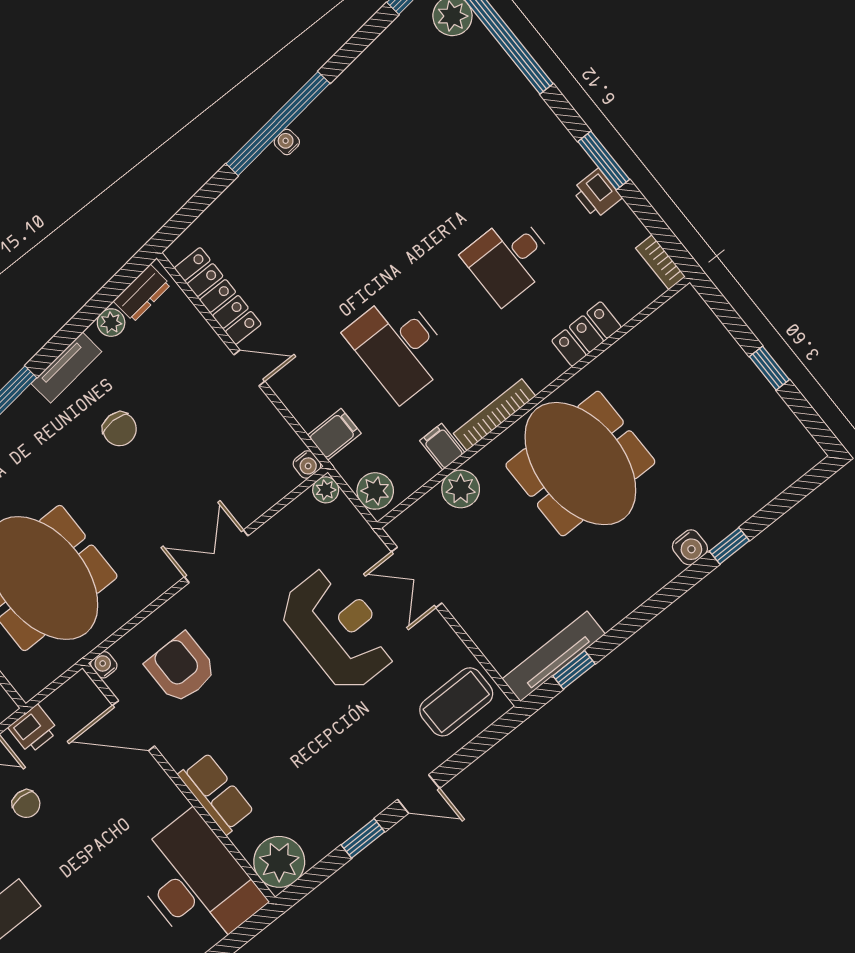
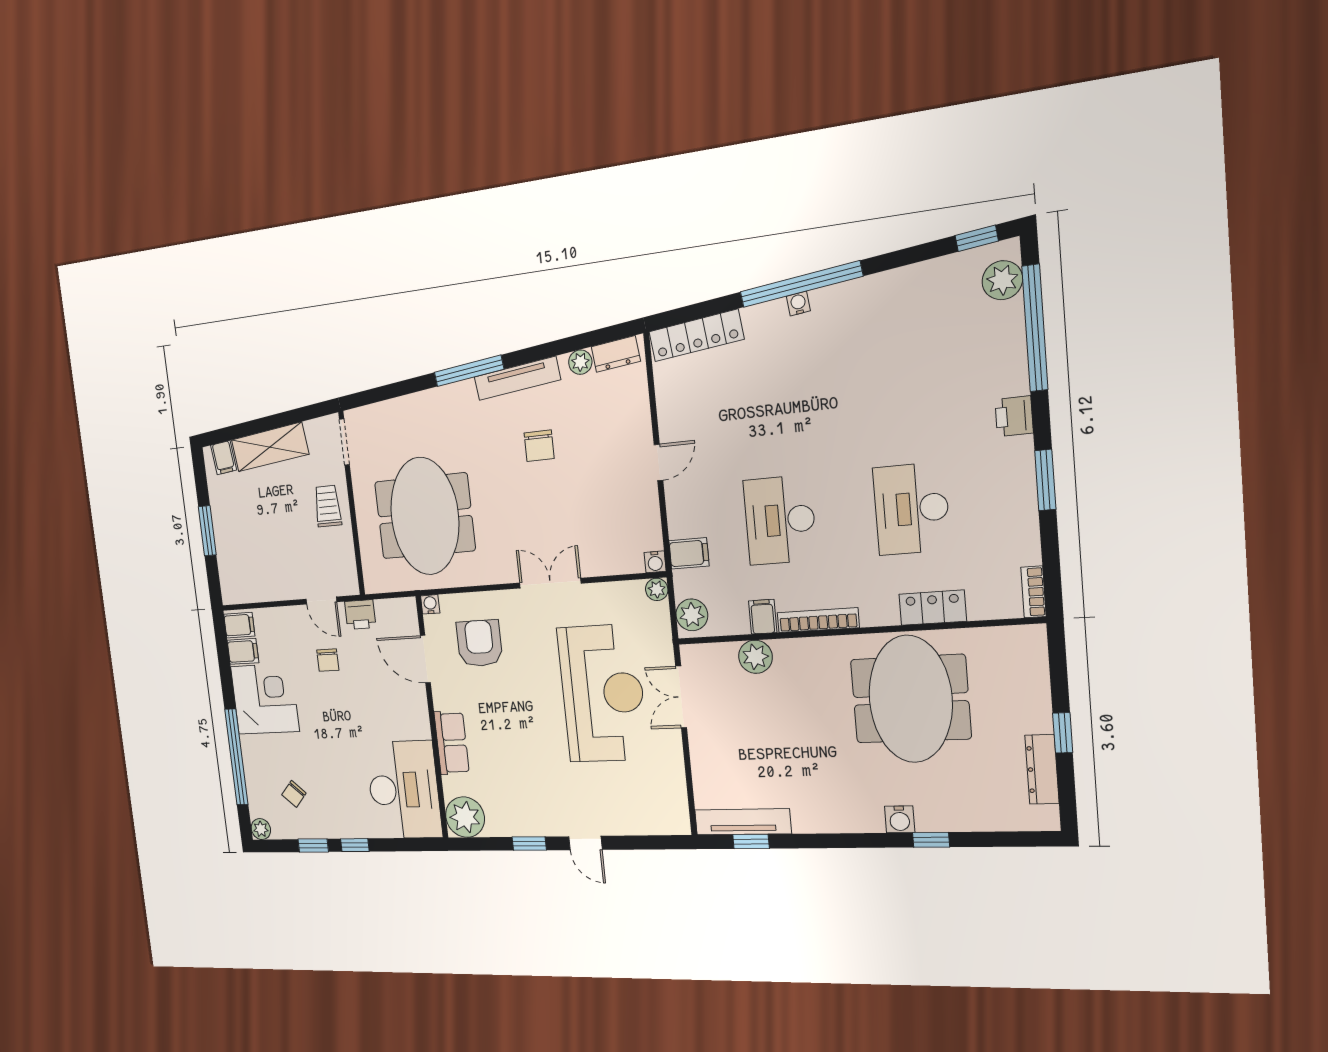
printer: (597, 194) -> (1014, 416), moved
desk: (509, 259) -> (912, 509), width x1.37
locker: (218, 296) -> (696, 335), moved, turned 83
tv unit: (66, 368) -> (517, 378), width x1.41
door: (249, 368) -> (659, 462), hinge flipped
dresser: (775, 413) -> (1042, 769), added
meeting table: (580, 464) -> (911, 699), moved
reception desk: (338, 629) -> (603, 693), width x1.36, depth x1.30
coffee table: (456, 702) -> (652, 802), removed

